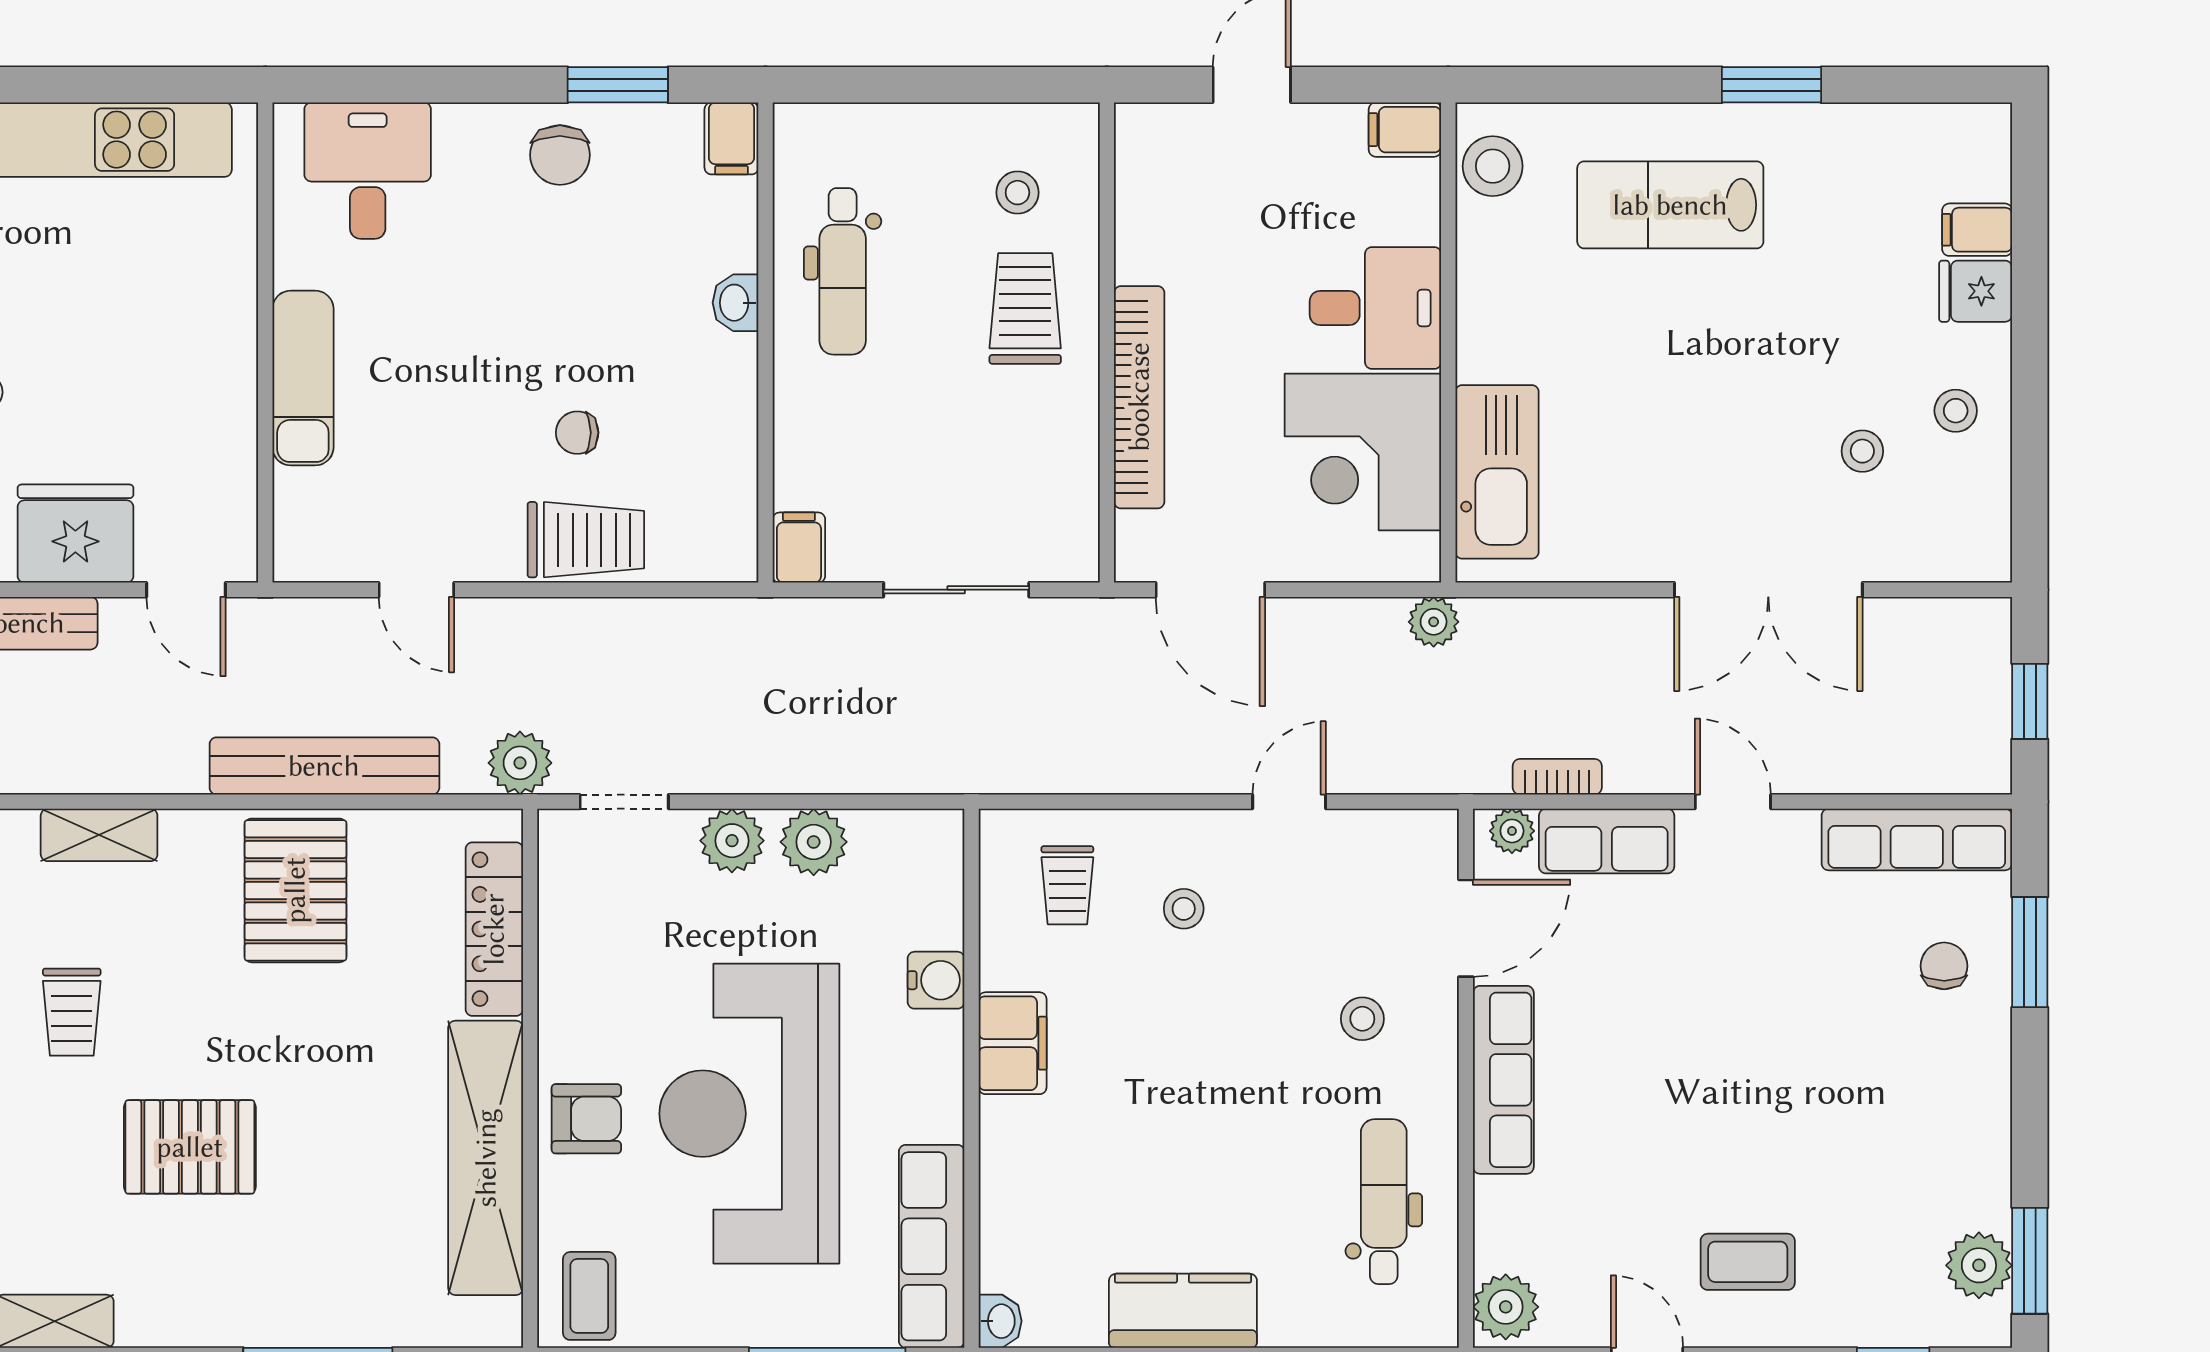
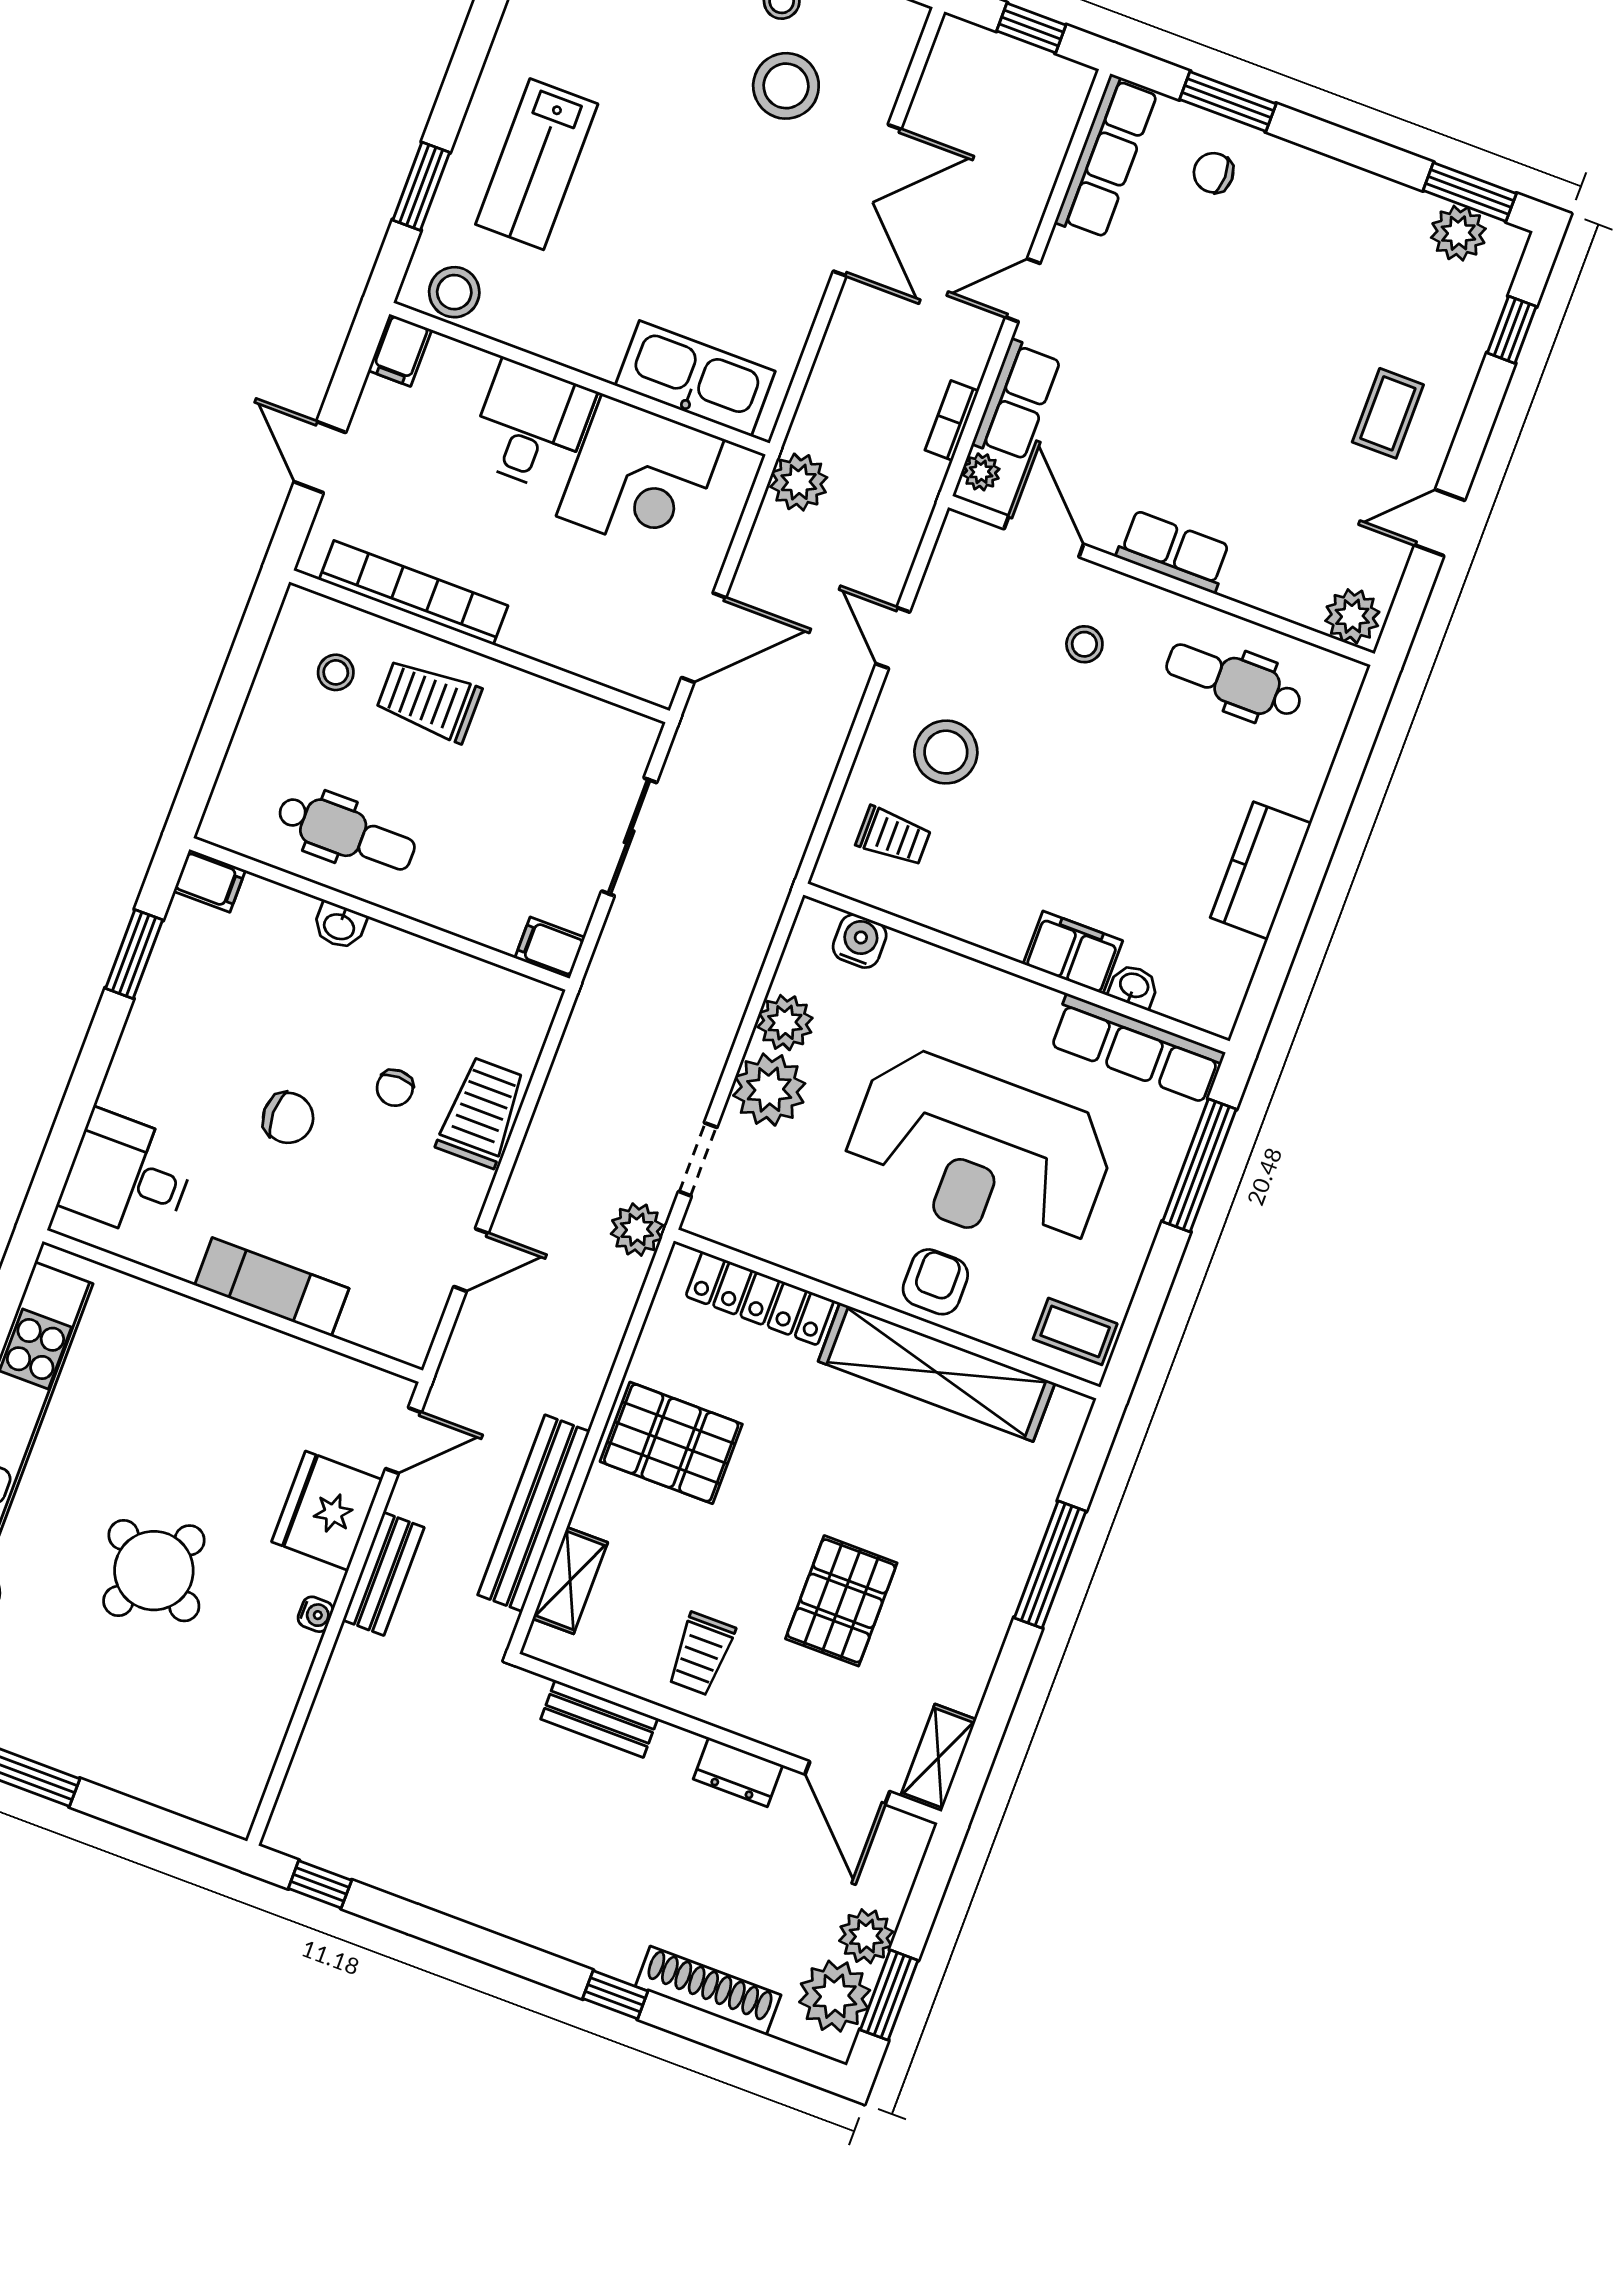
window: (1771, 85) -> (421, 186), moved
chair: (560, 155) -> (288, 1118), moved
bookcase: (1139, 397) -> (414, 593), moved
stool: (1862, 451) -> (786, 86), width x1.89, depth x1.89
plant: (1434, 622) -> (799, 482), width x1.38, depth x1.38
bench: (324, 766) -> (534, 1513), moved
plant: (732, 841) -> (769, 1090), width x1.36, depth x1.36
stool: (1184, 909) -> (946, 752), width x1.89, depth x1.89
water cooler: (936, 980) -> (860, 941), moved
trolley: (72, 1012) -> (701, 1654), turned 90
filing cabinet: (1013, 1043) -> (1073, 952), moved
row of seats: (1503, 1080) -> (1174, 552), width x0.68
washbasin: (1000, 1321) -> (1134, 986), moved

